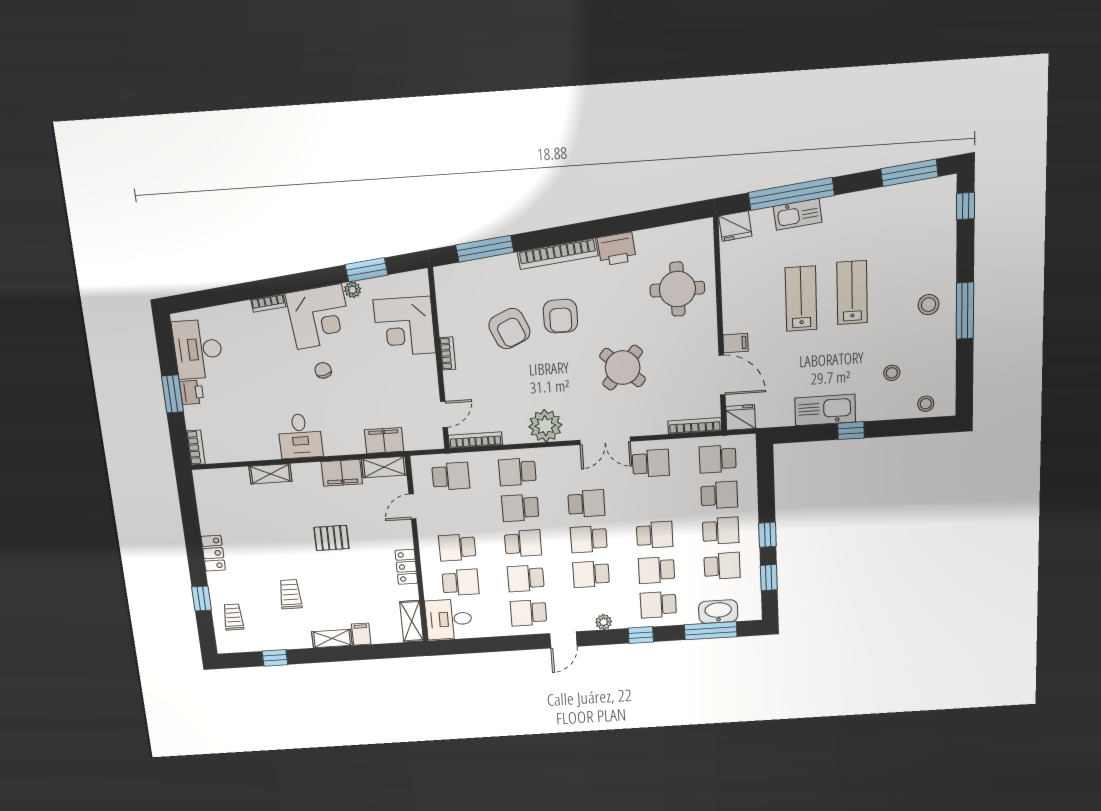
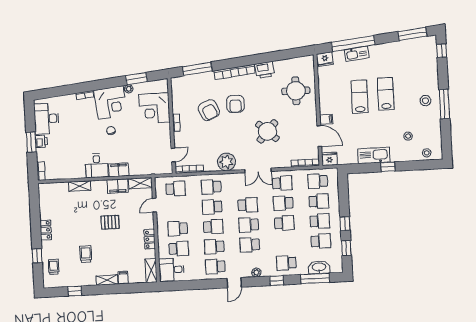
filing cabinet: (384, 441) -> (119, 170), moved
school desk: (657, 570) -> (283, 203), moved

